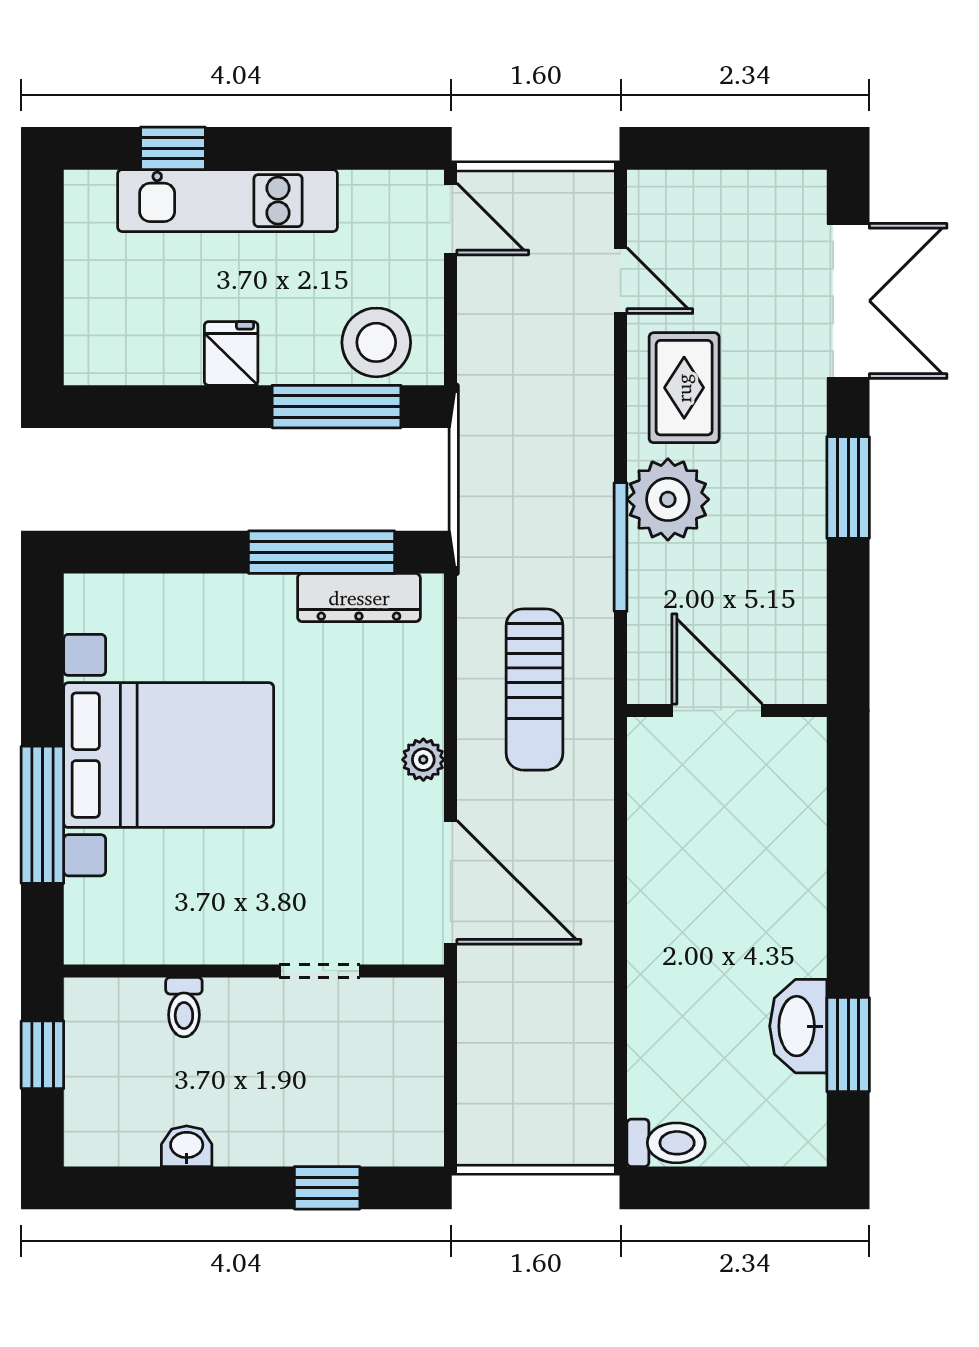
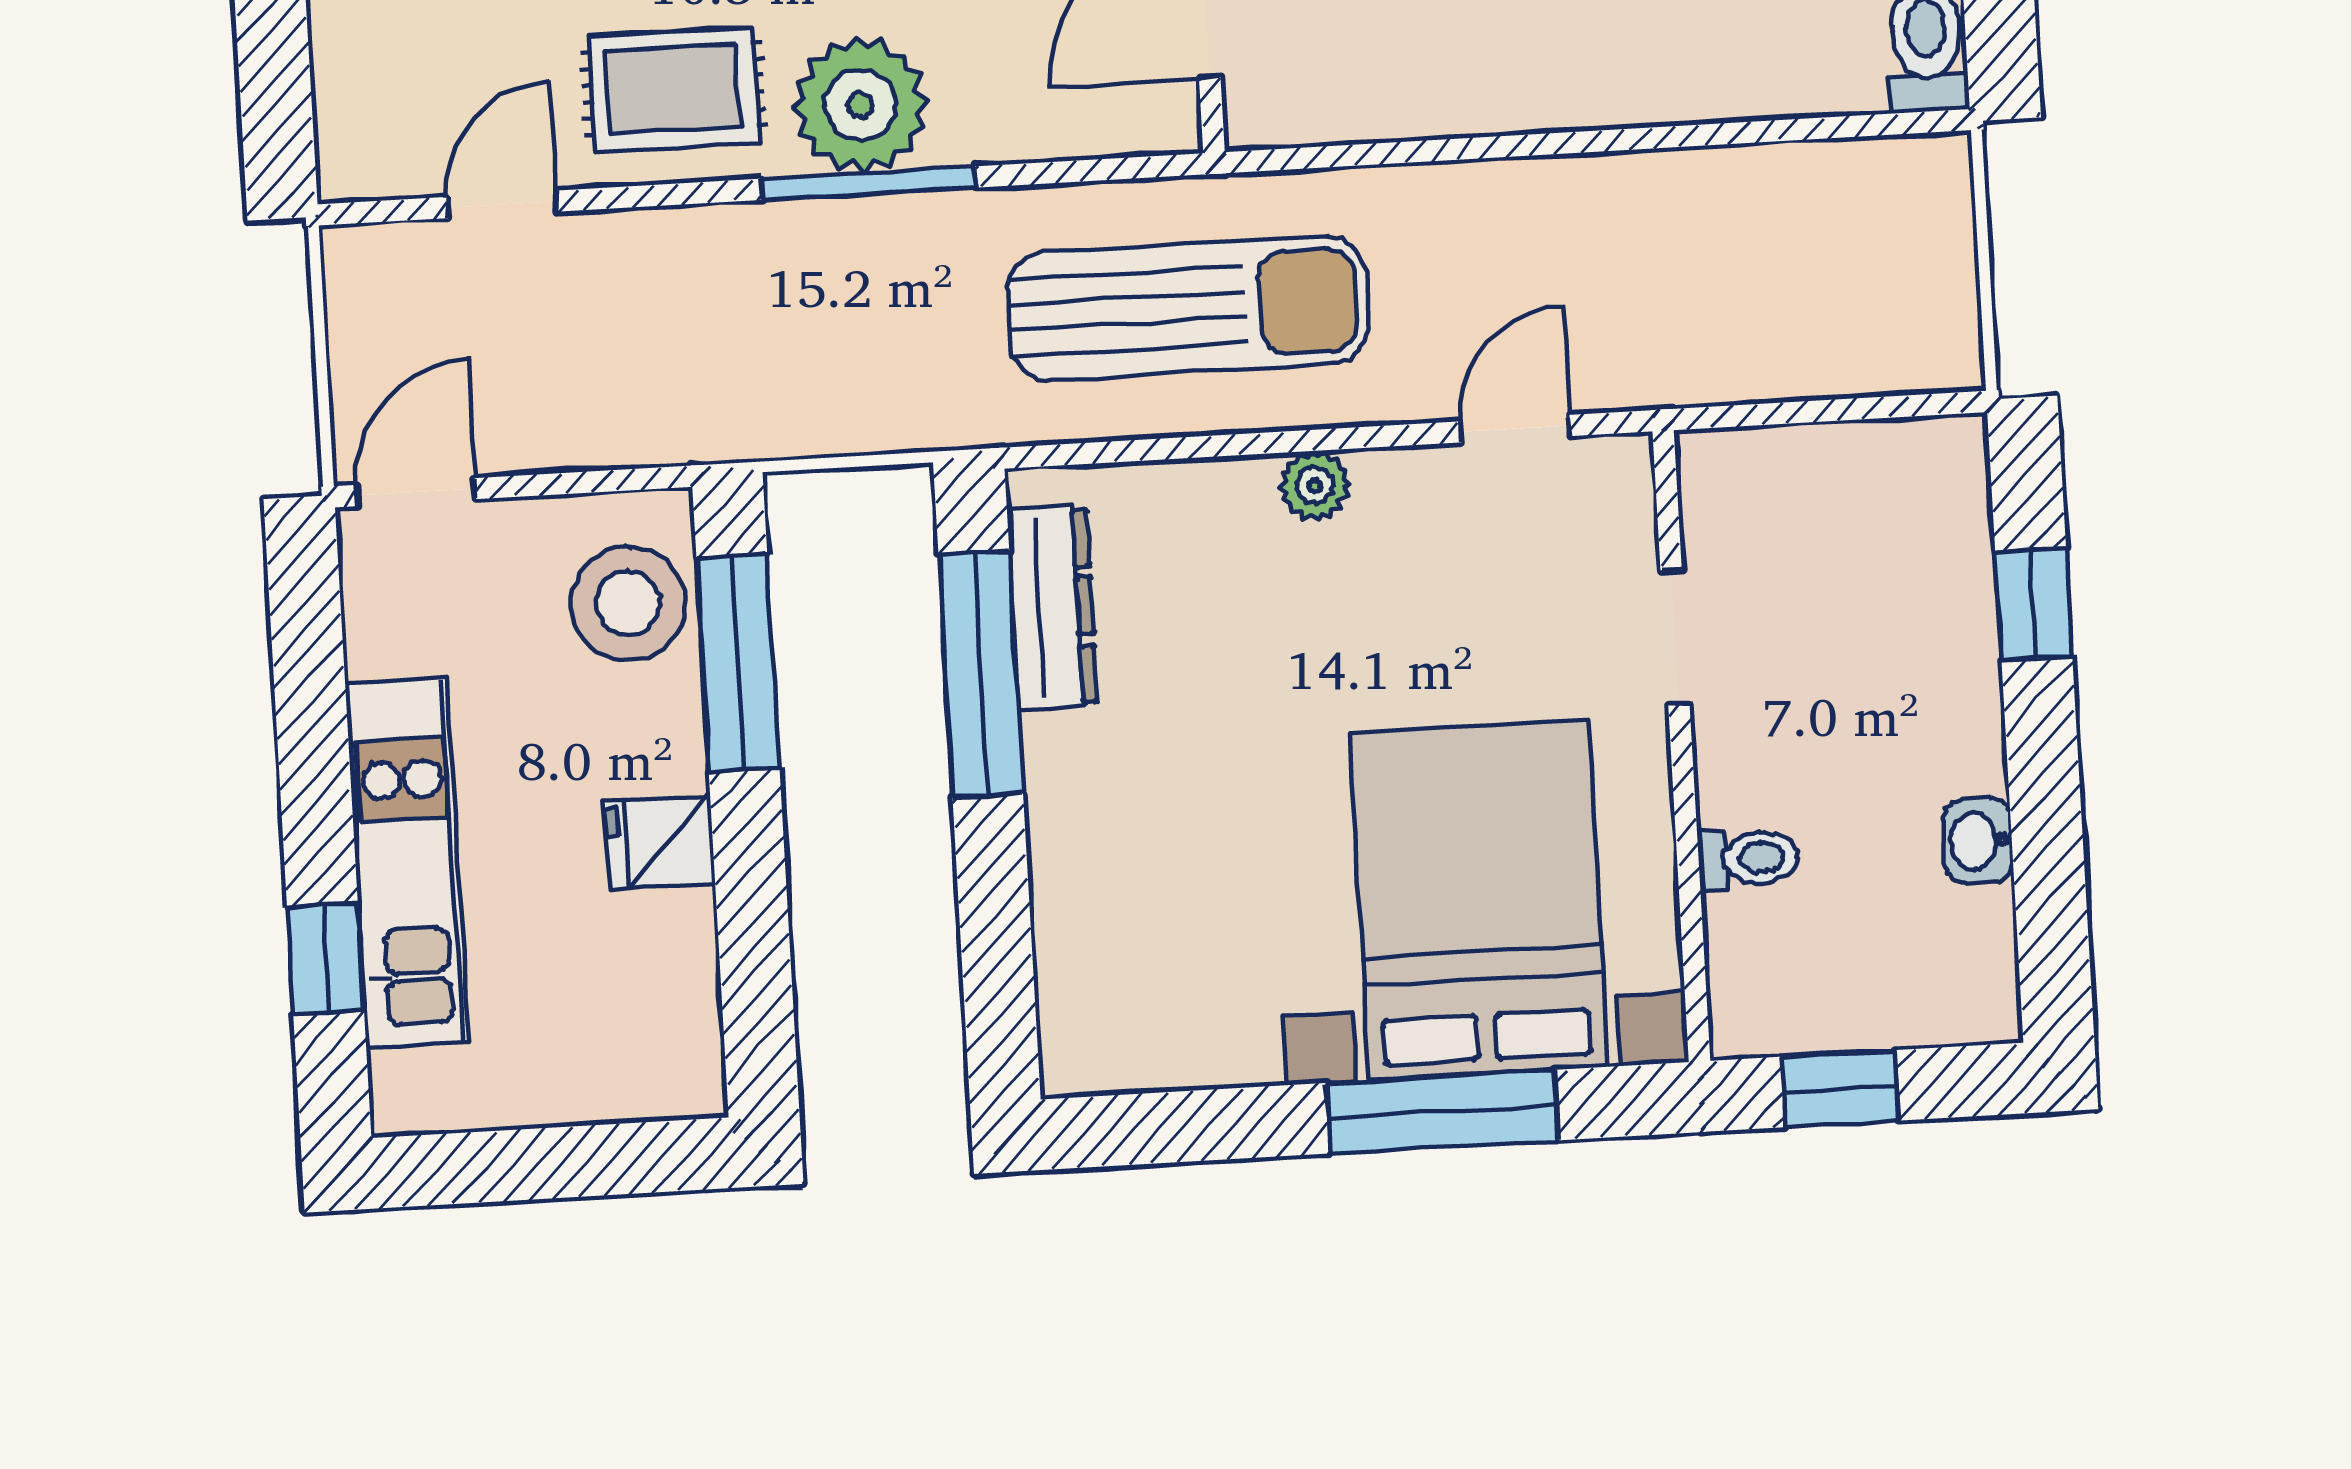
window: (621, 547) -> (869, 183), moved
sun lounger: (534, 689) -> (1188, 308), width x1.36, depth x1.34
bed with nightstands: (169, 755) -> (1479, 900), moved
door: (451, 882) -> (1515, 429), width x0.53

